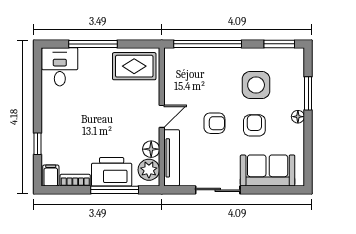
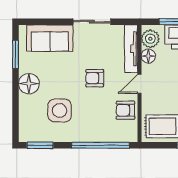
window: (308, 93) -> (16, 54), moved
floor lamp: (298, 117) -> (29, 84), width x1.89, depth x1.89
armchair: (254, 125) -> (125, 110), moved, turned 90

